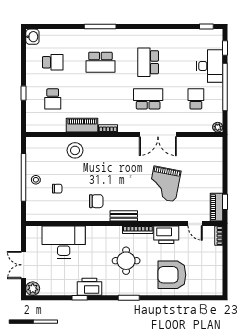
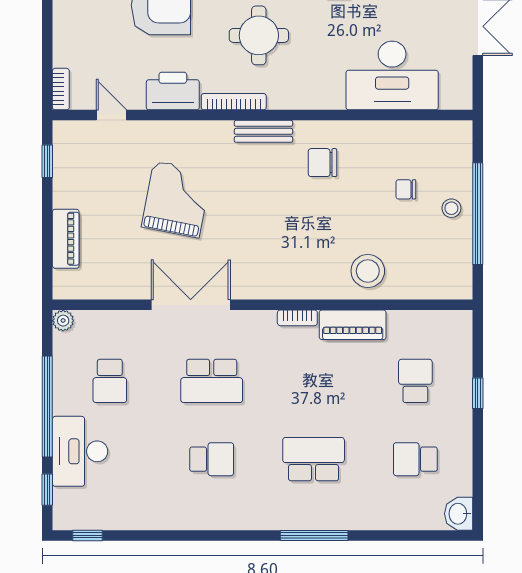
school desk: (148, 62) -> (212, 459), width x0.54
piano: (216, 207) -> (66, 239), moved

